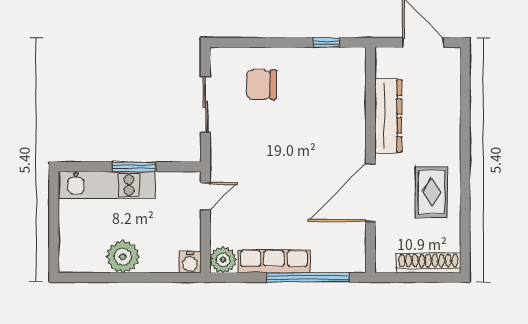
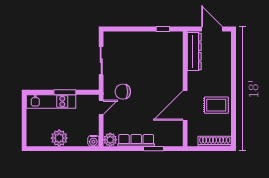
chair: (261, 85) -> (123, 92), moved
dresser: (388, 116) -> (194, 51), moved
rug: (431, 192) -> (216, 105), turned 90
window: (308, 277) -> (153, 149), width x0.47

